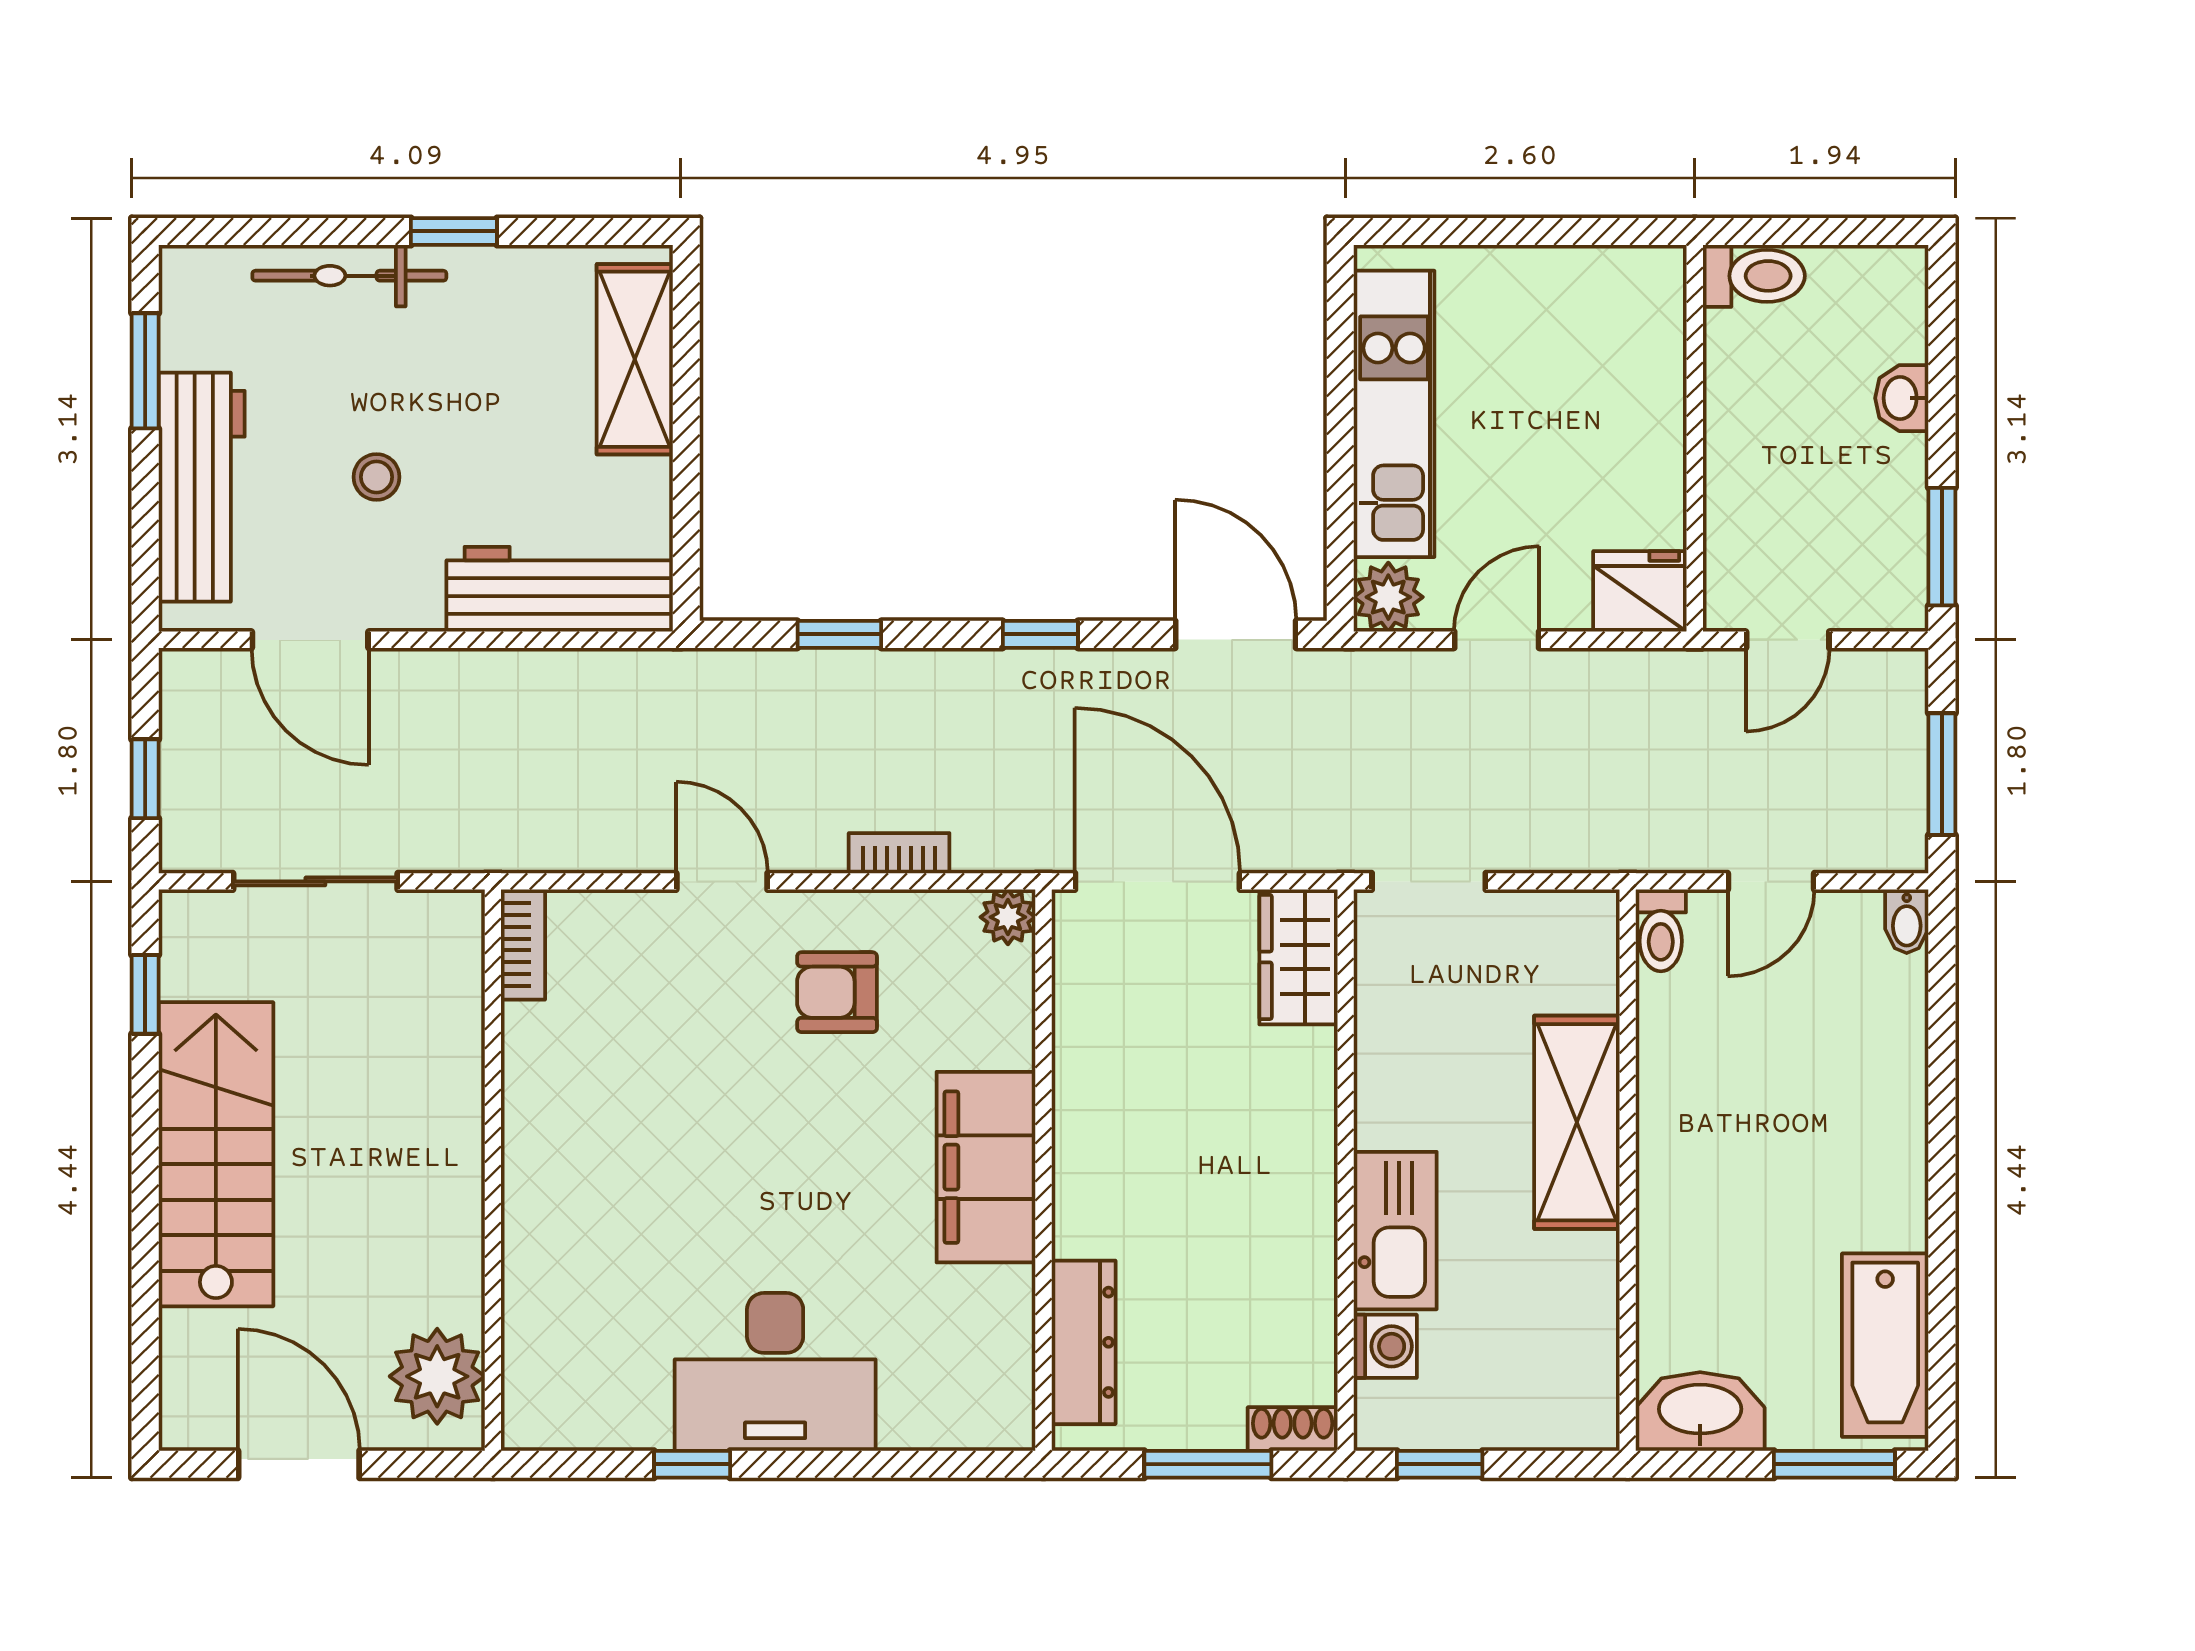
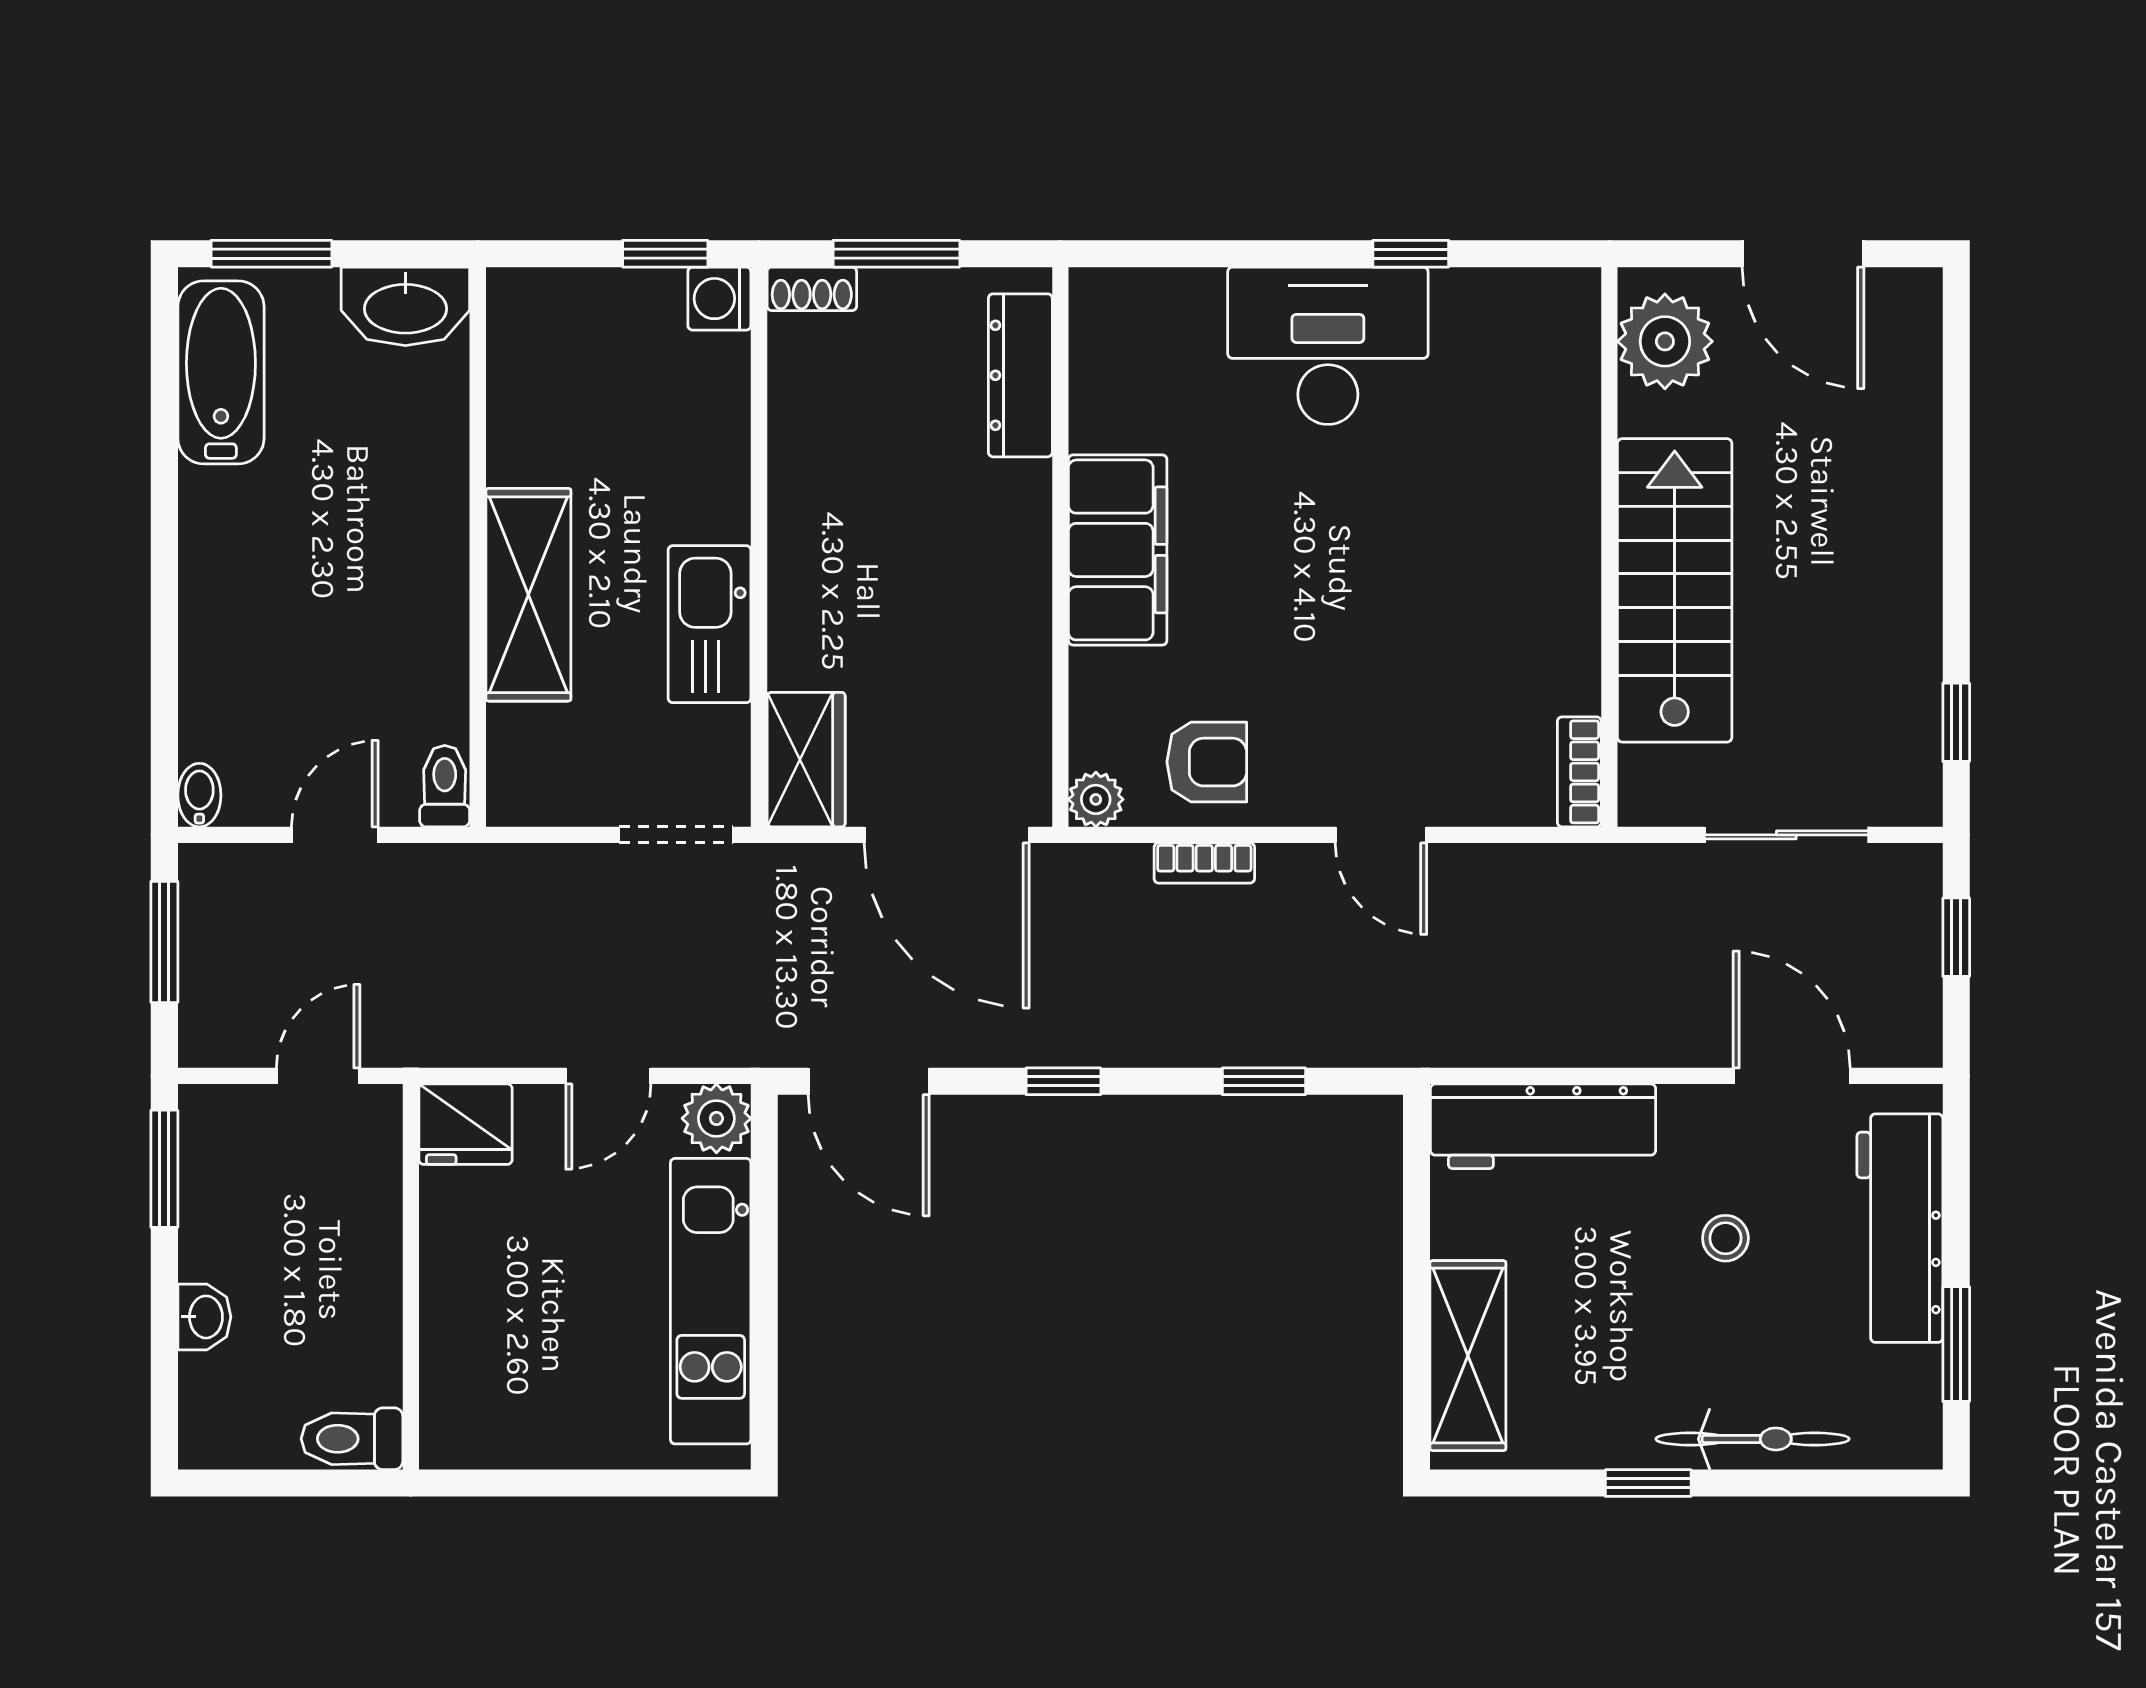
armchair: (837, 992) -> (1207, 762), moved
stairs: (216, 1154) -> (1675, 590), moved, turned 180
kitchen sink: (1395, 1231) -> (710, 624), moved
washing machine: (1385, 1346) -> (719, 299), moved

